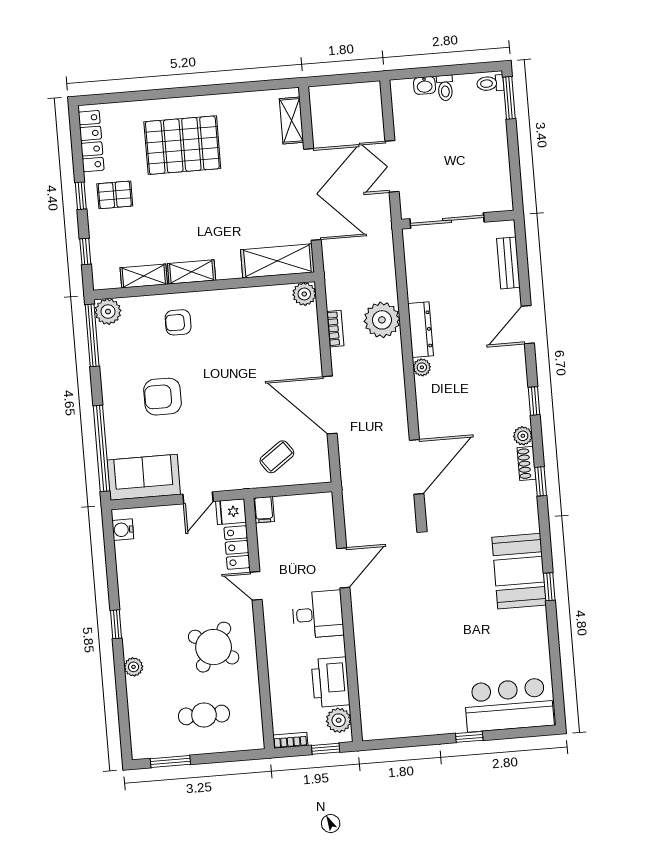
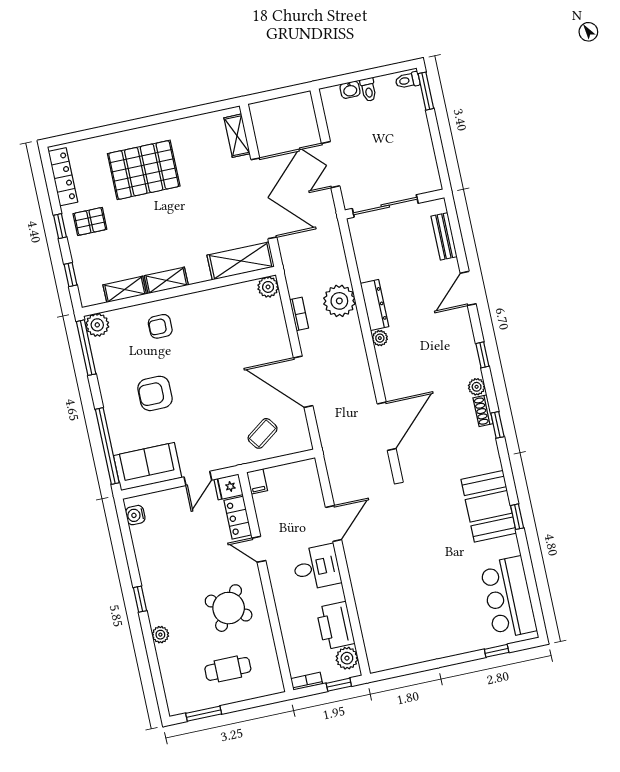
bar counter: (509, 705) -> (508, 597), moved, turned -90
window: (469, 737) -> (497, 651), moved

